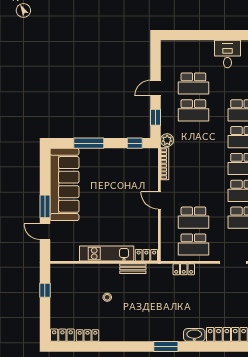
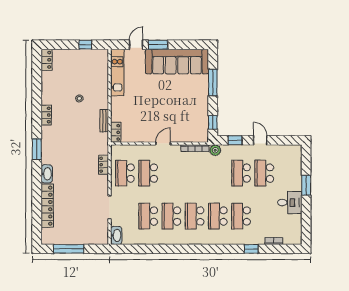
window: (208, 35) -> (306, 185), added
kitchen unit: (107, 253) -> (117, 72), moved
locker: (88, 336) -> (46, 115), moved

